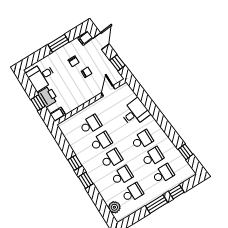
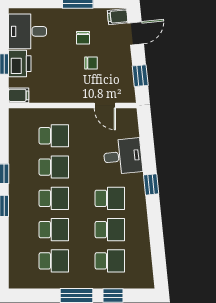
door: (108, 91) -> (105, 105), swing flipped
window: (185, 152) -> (151, 184), moved
plant: (114, 207) -> (18, 265), removed

